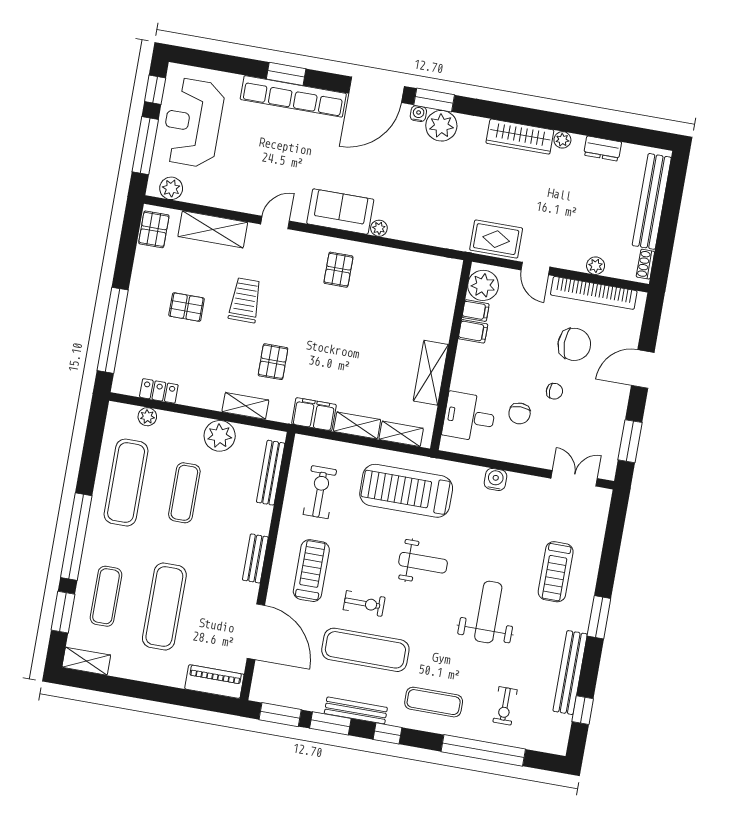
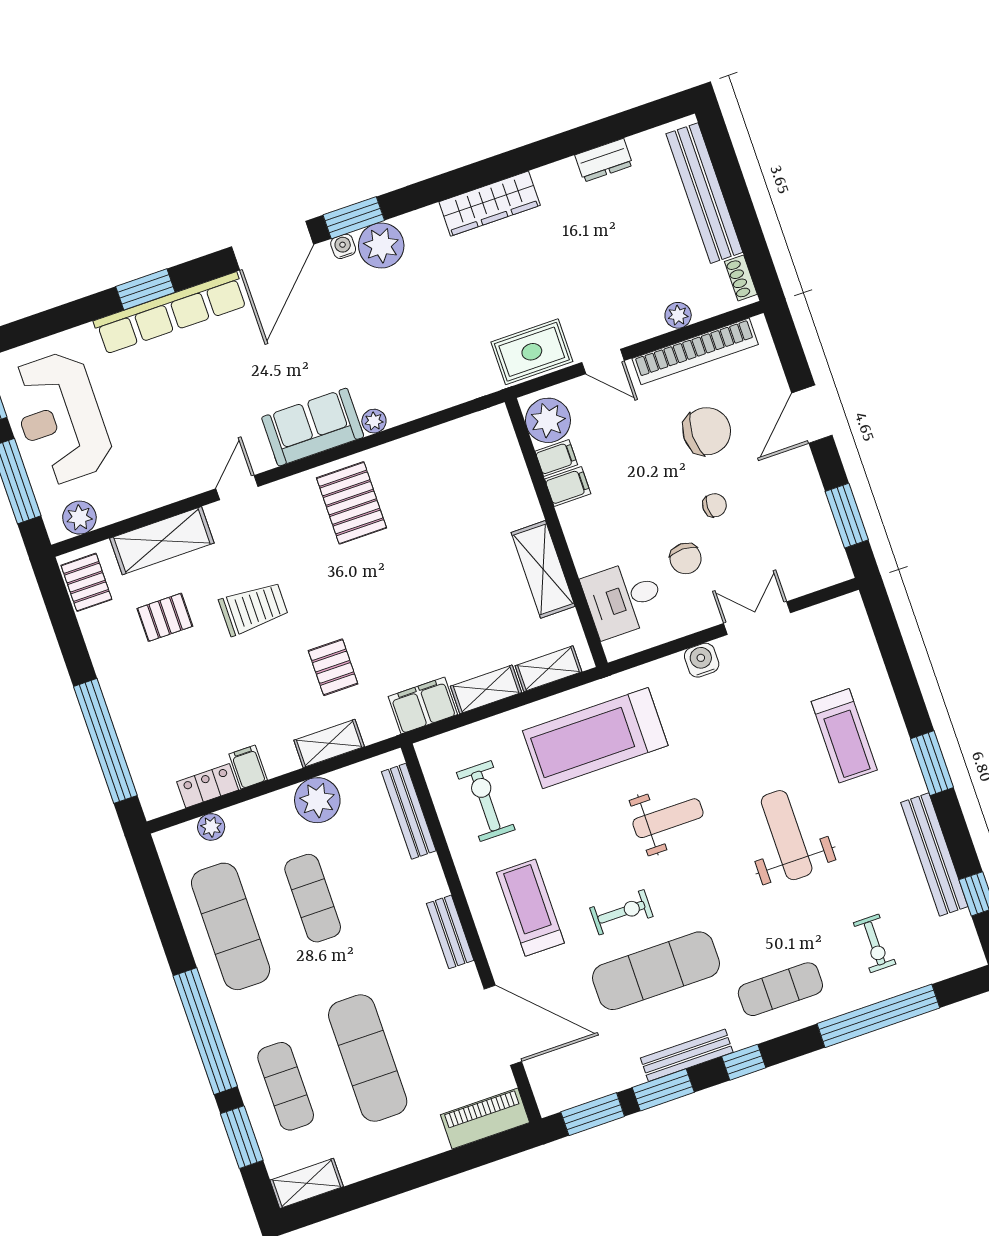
plant: (562, 140) -> (546, 178), removed
pallet: (338, 270) -> (351, 503), width x1.50, depth x1.42
trolley: (245, 300) -> (254, 608), turned 90
pallet: (187, 307) -> (165, 617), moved
filing cabinet: (189, 393) -> (248, 767), added
double door: (574, 478) -> (757, 618), moved

